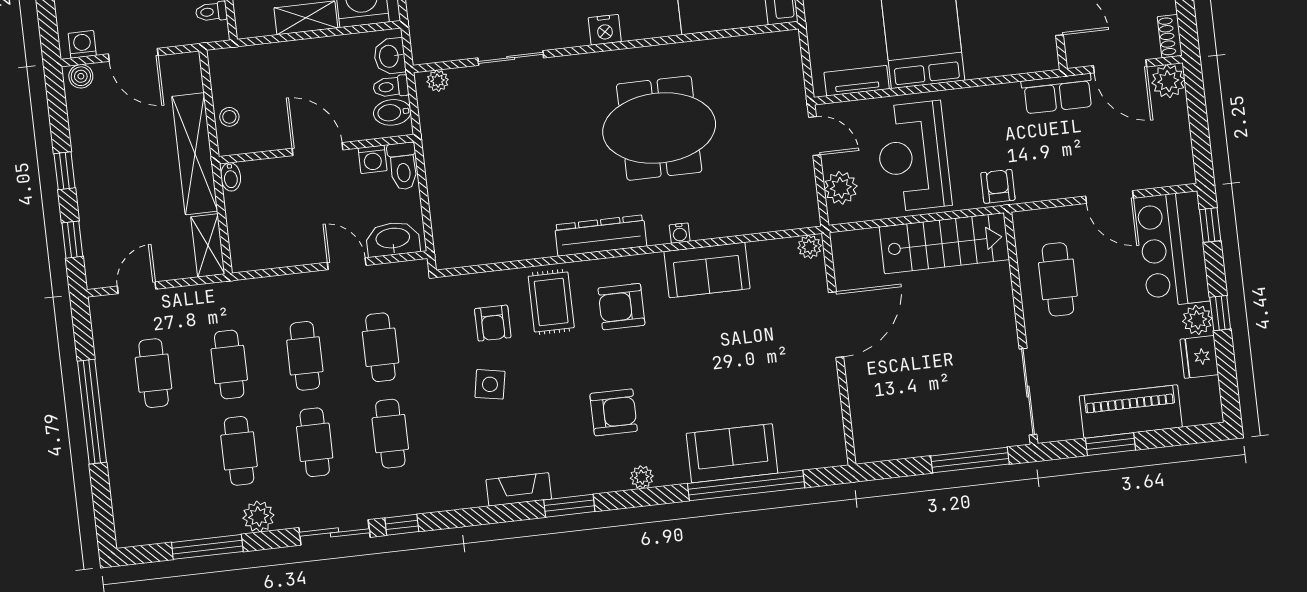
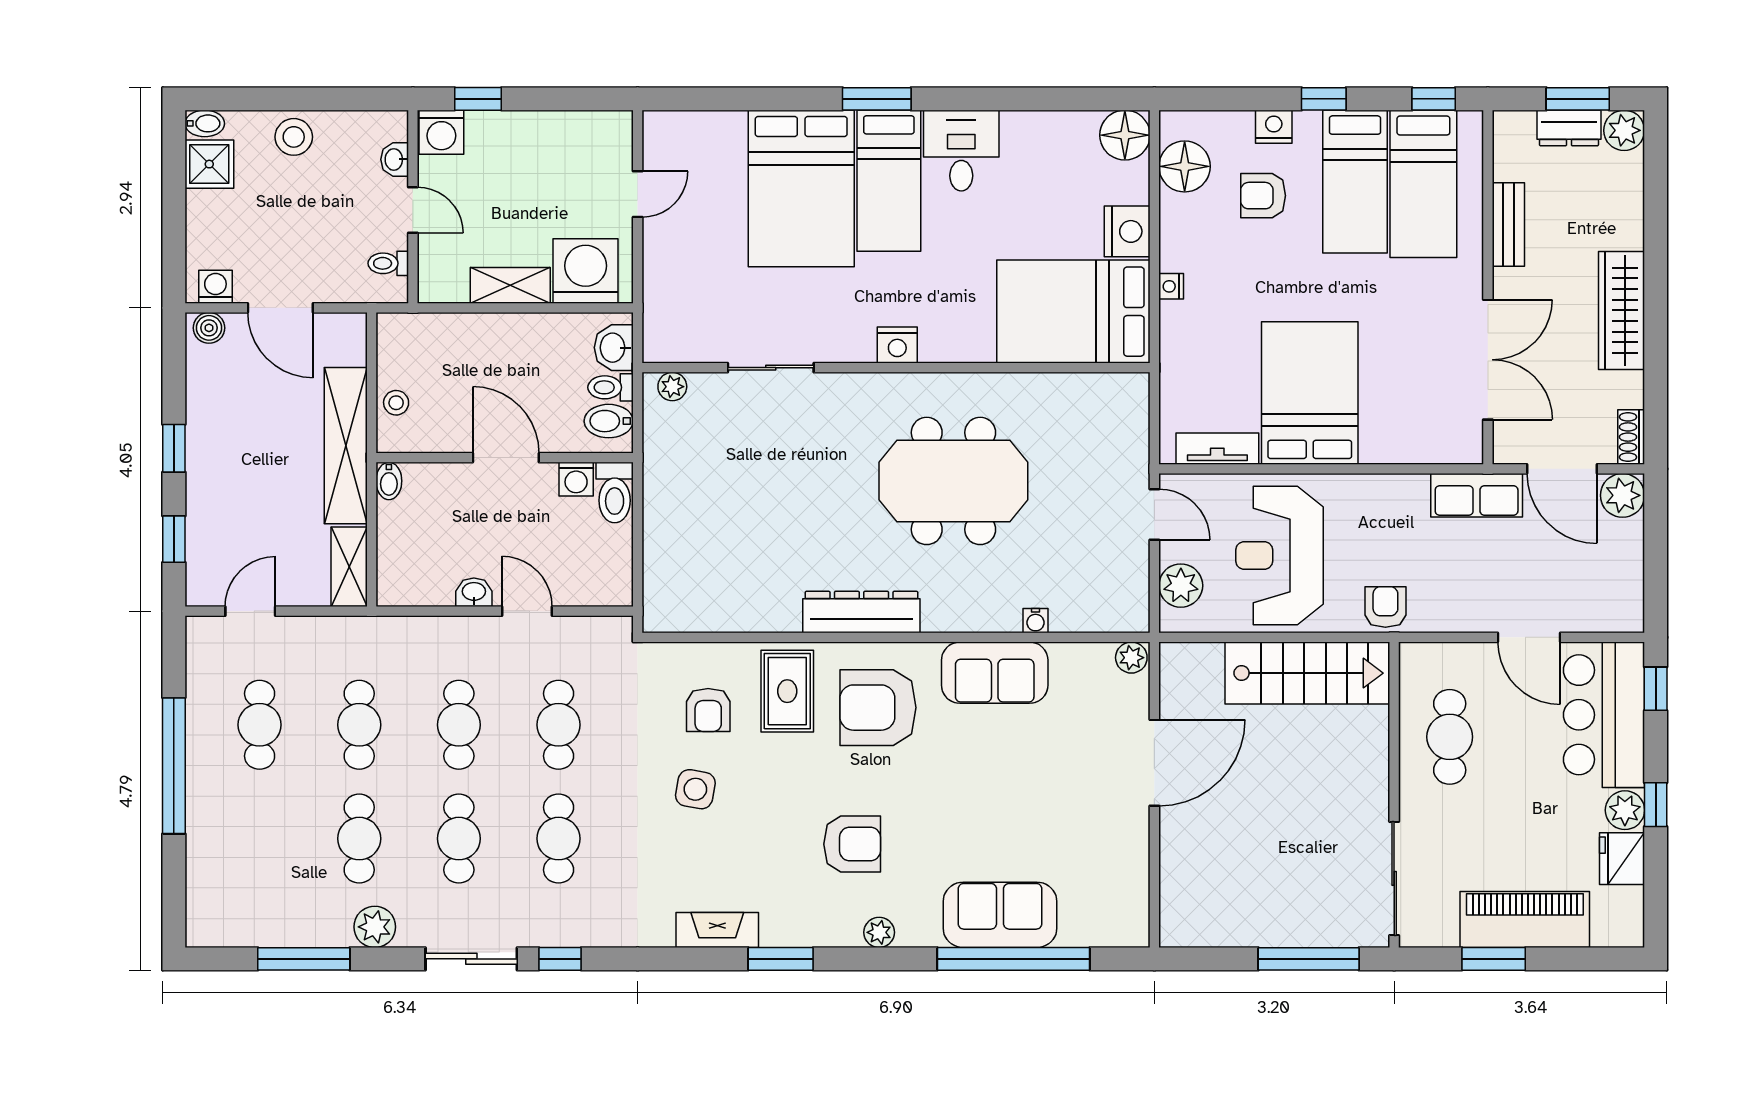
water cooler: (680, 233) -> (1035, 621), moved
washbasin: (393, 239) -> (474, 592), moved, width x0.52, depth x0.69
armchair: (621, 307) -> (878, 708), width x1.36, depth x1.36

